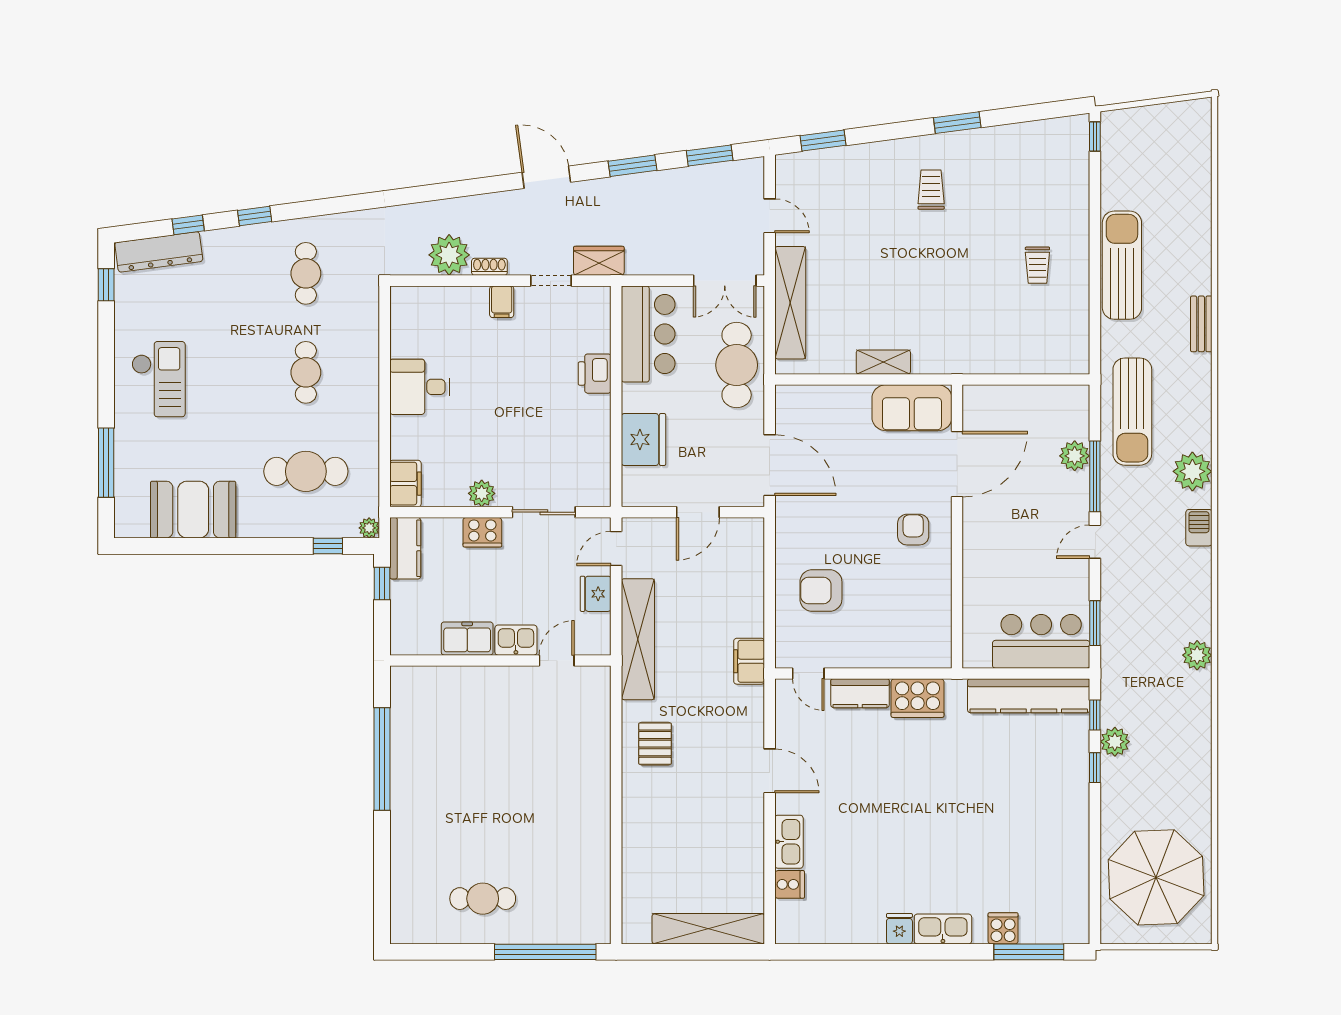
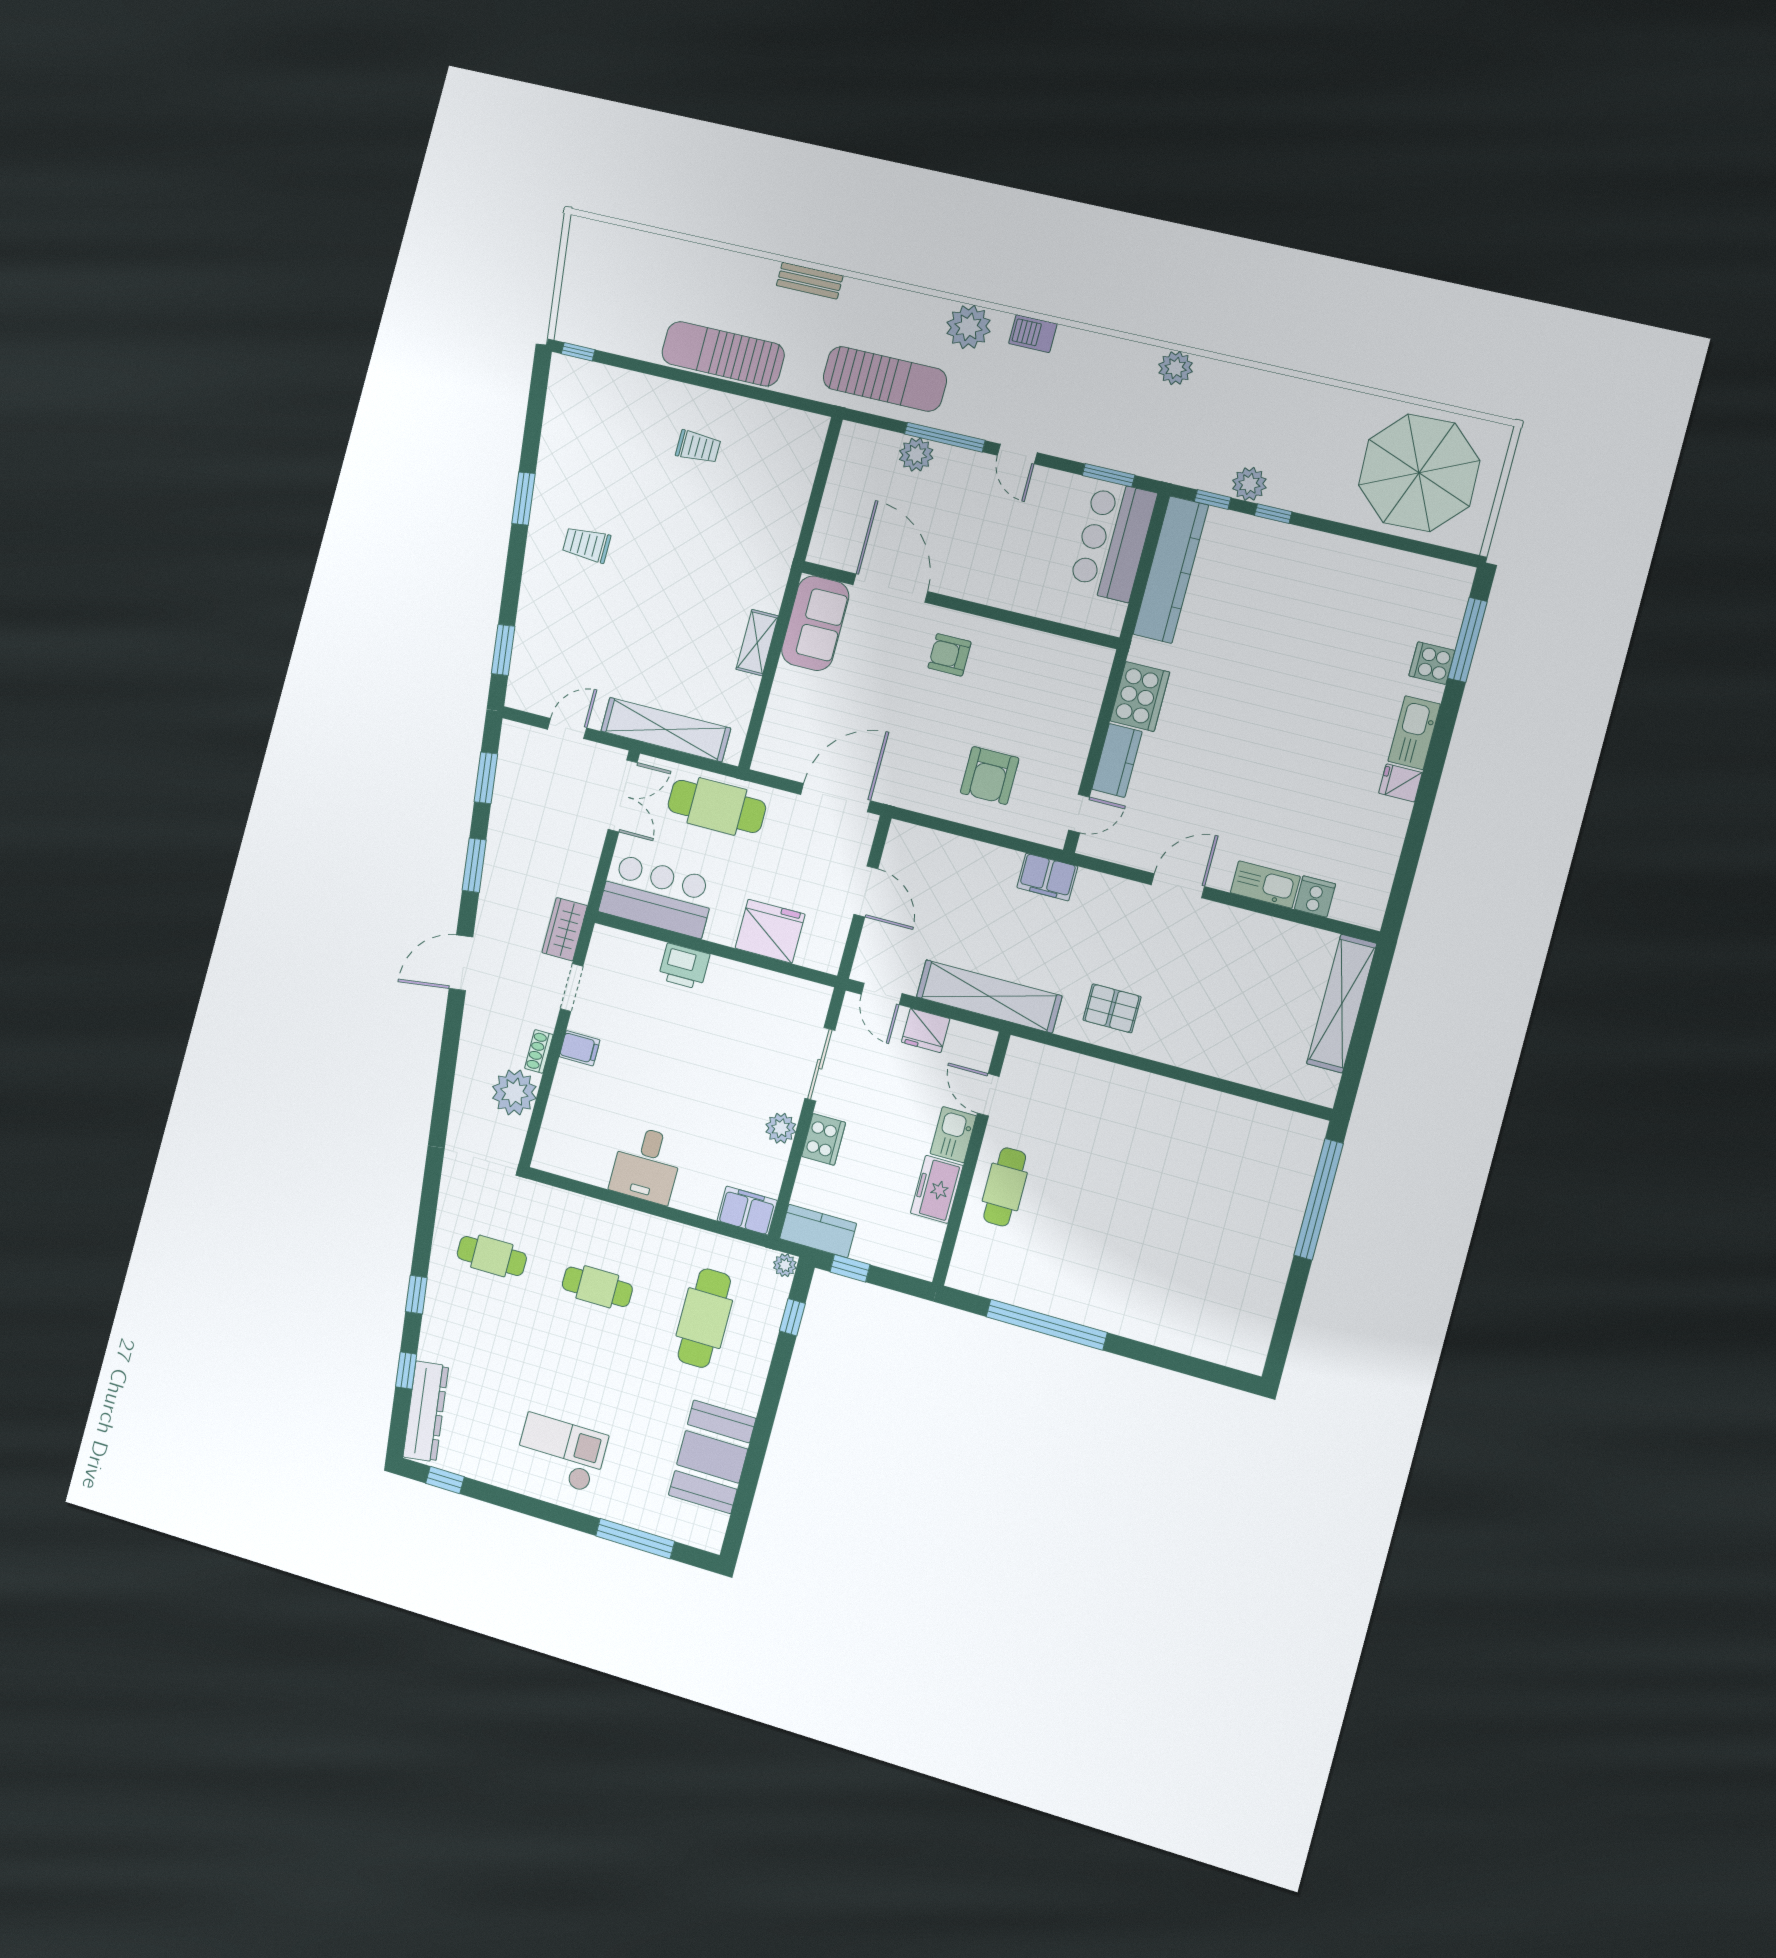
cafe table: (483, 899) -> (1005, 1187), moved

